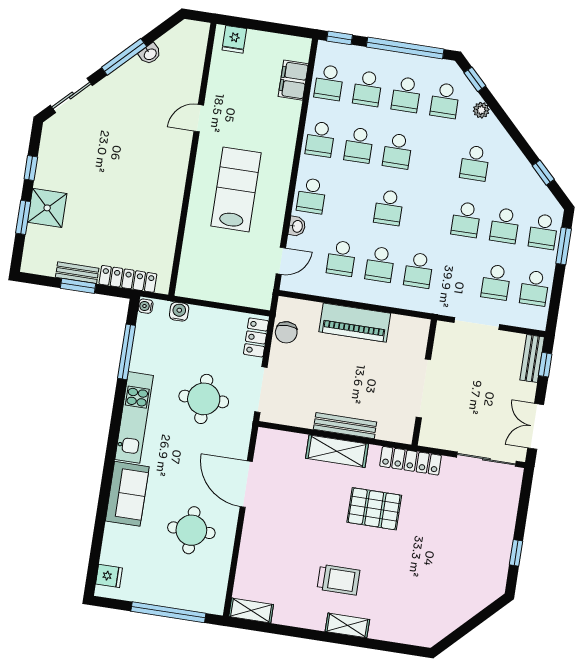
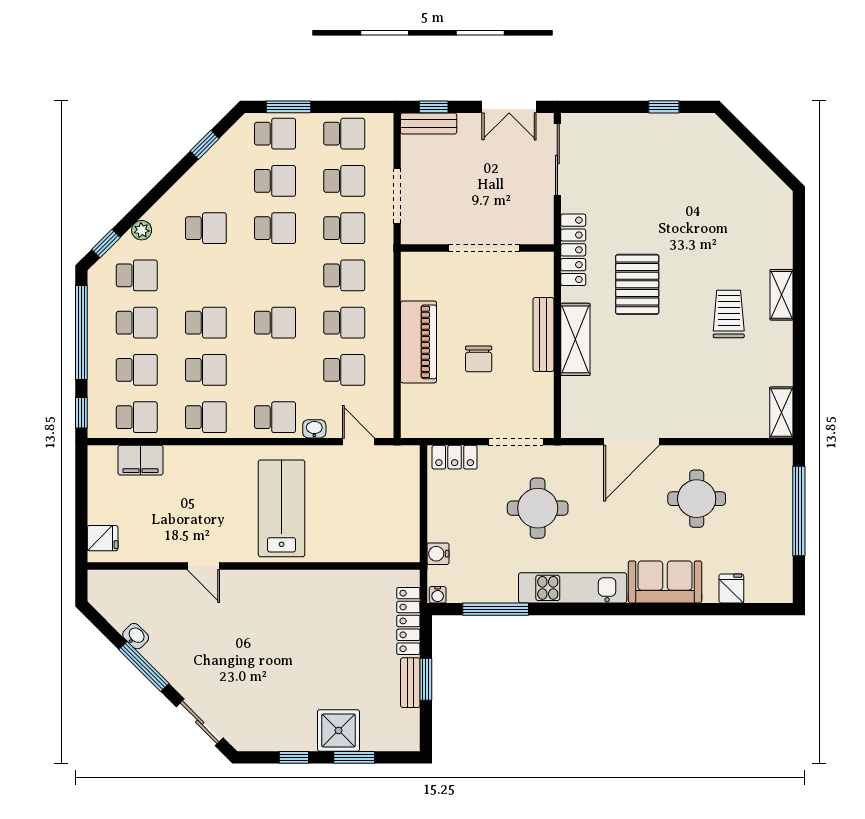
lab bench: (236, 189) -> (282, 508), turned 90
school desk: (457, 276) -> (344, 228), added
chair: (286, 332) -> (479, 359), moved, turned 90
fridge: (109, 576) -> (731, 589), moved

